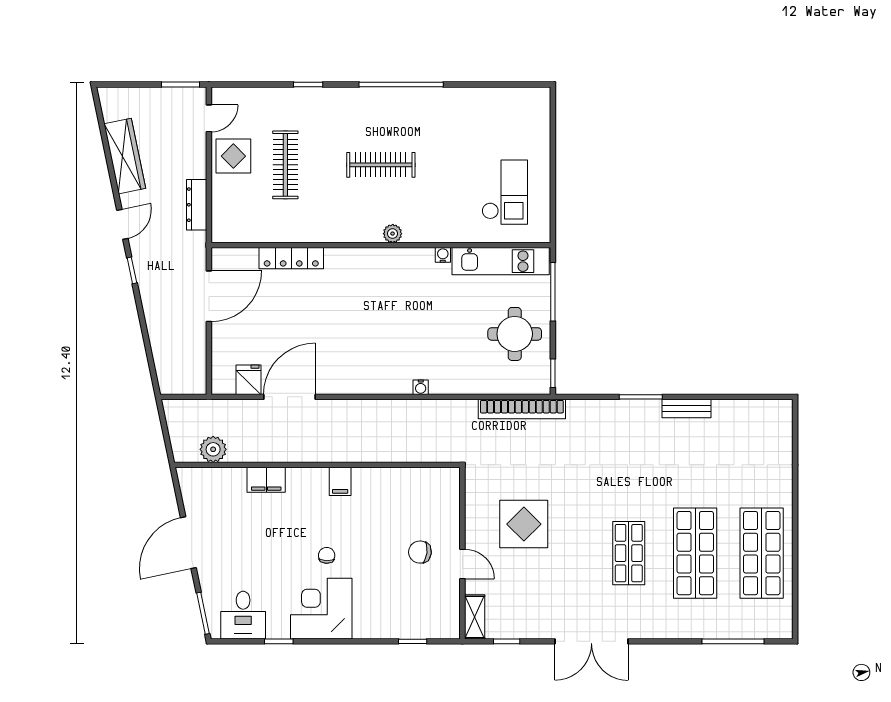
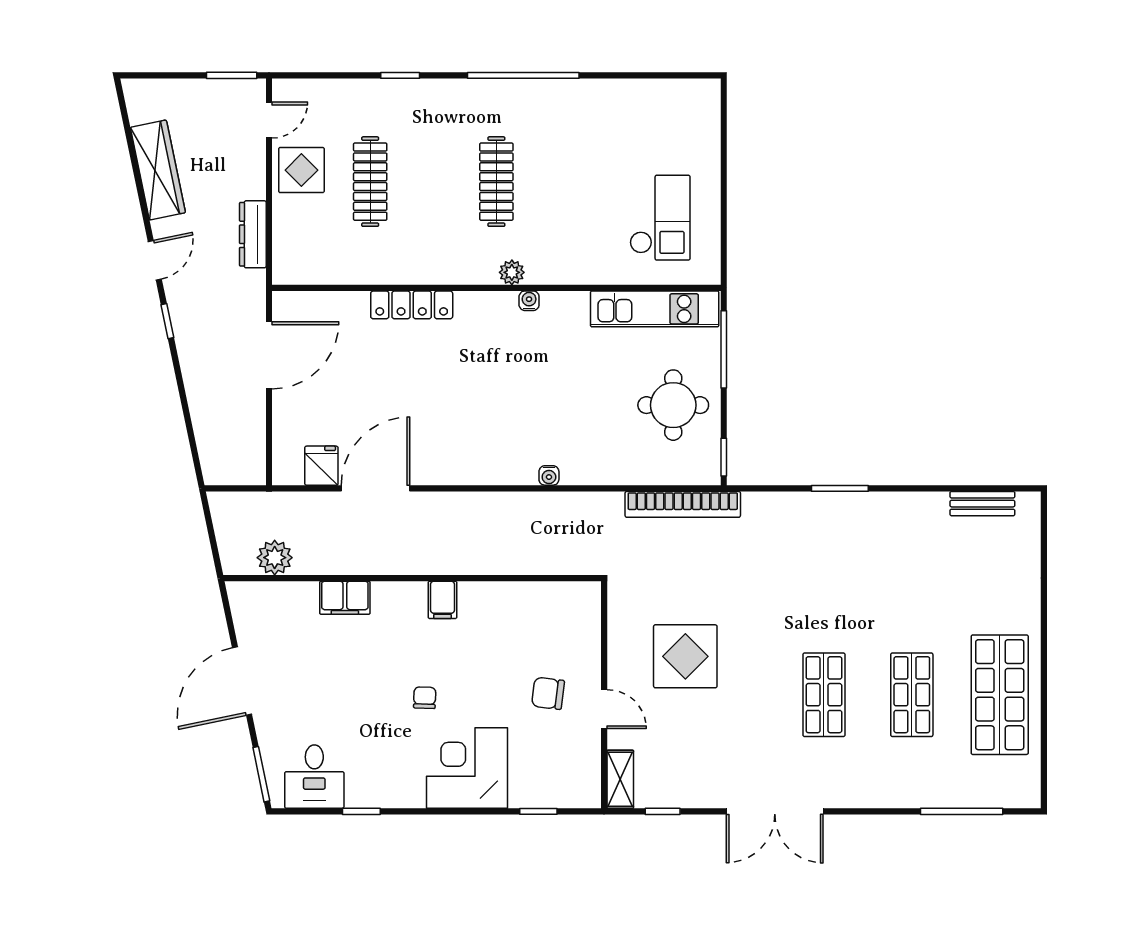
clothes rail: (381, 165) -> (496, 182), turned 90
water cooler: (443, 255) -> (529, 301), moved
locker: (291, 258) -> (412, 305), moved
bench: (687, 408) -> (982, 504), moved
shop shelf: (695, 553) -> (912, 695), width x0.70, depth x0.74
corner desk: (321, 609) -> (467, 768), moved

